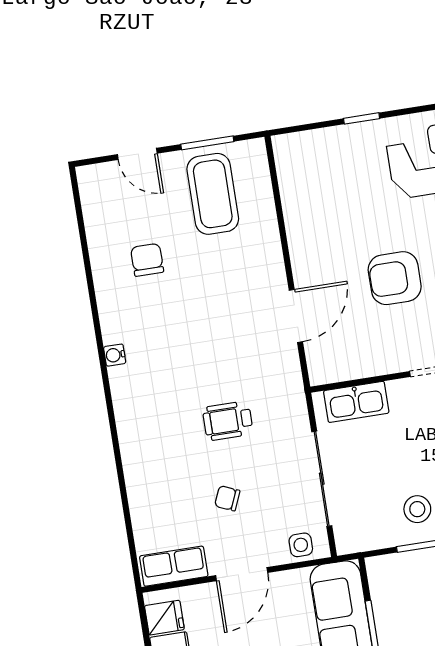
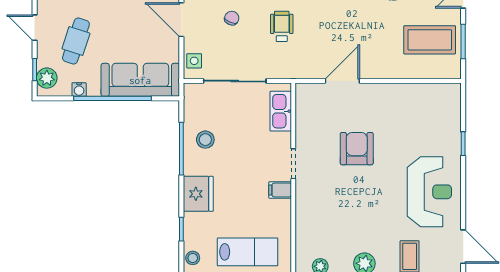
door: (296, 316) -> (342, 81), swing flipped

